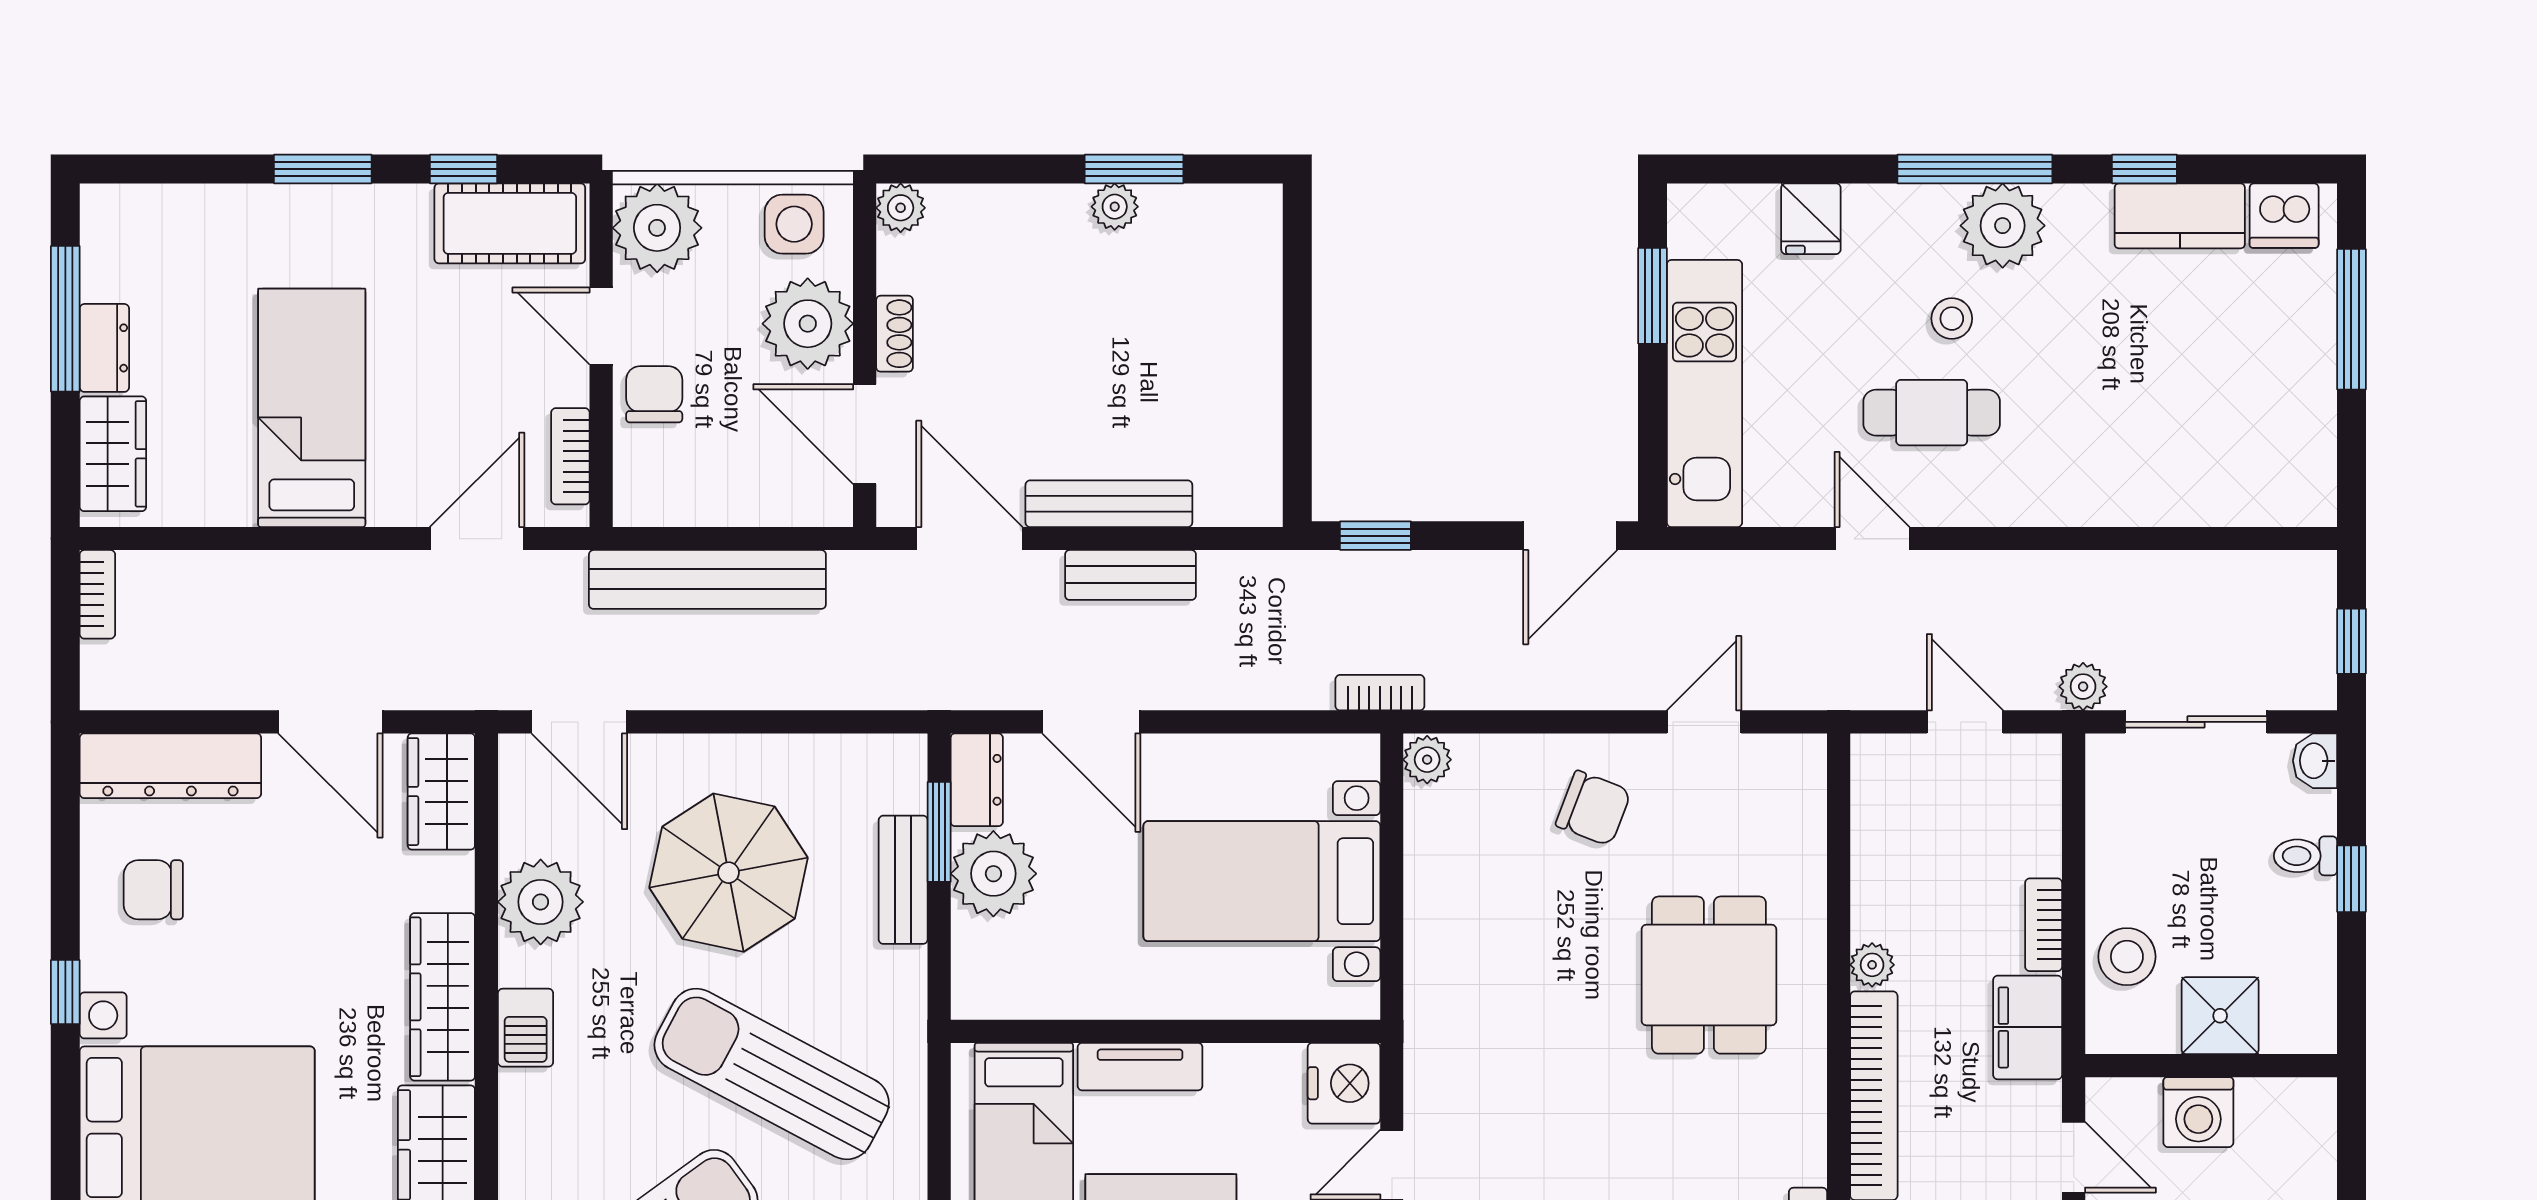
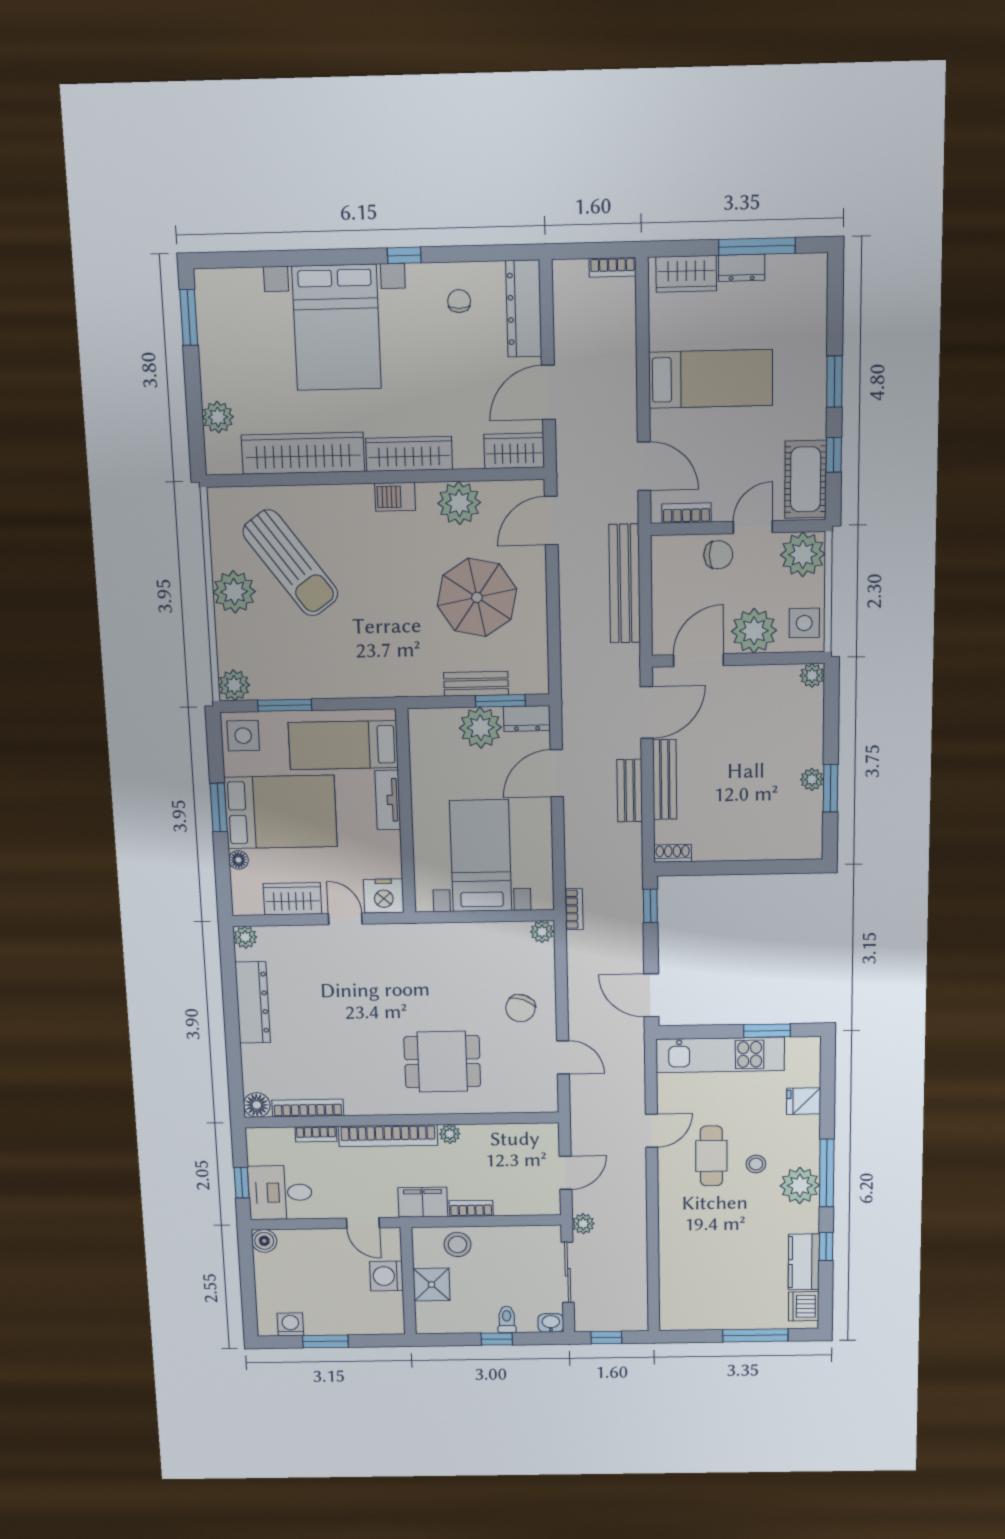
shoe rack: (895, 334) -> (673, 853), moved, turned 180
chair: (153, 890) -> (459, 301), width x0.73, depth x0.73
sun lounger: (772, 1074) -> (377, 621), removed
door: (2074, 1157) -> (363, 1223), hinge flipped

